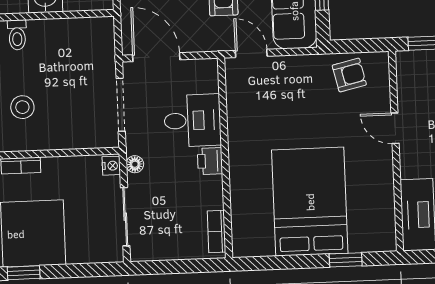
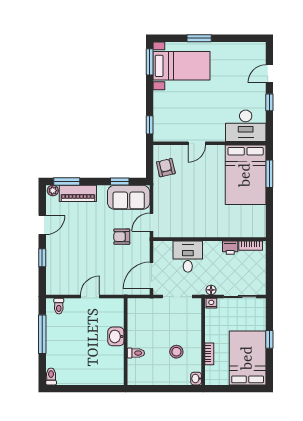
printer: (210, 161) -> (230, 248), moved
bed: (310, 202) -> (246, 175), moved, turned -90
window: (346, 260) -> (269, 174), width x1.50
window: (24, 273) -> (269, 339), moved

